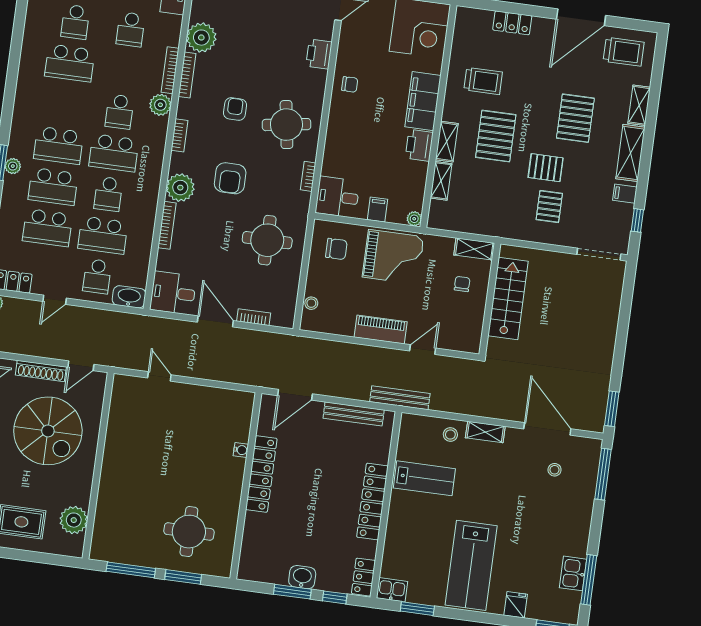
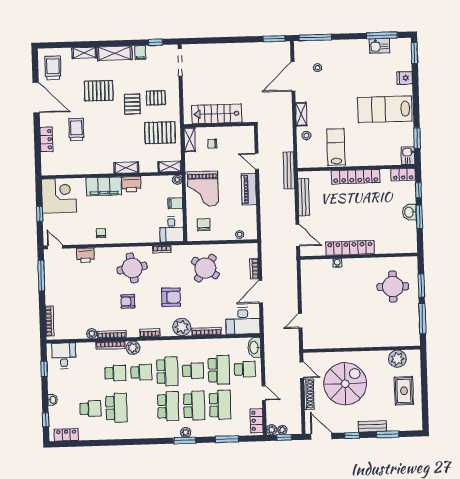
school desk: (131, 29) -> (115, 373), moved
plant: (201, 38) -> (92, 334), width x0.53, depth x0.53
trolley: (483, 81) -> (76, 129), moved
pallet: (496, 136) -> (160, 133), moved
shelving: (441, 181) -> (170, 167), moved
round table: (267, 240) -> (205, 268), turned 36
grand piano: (393, 257) -> (203, 189), turned 180
desk: (173, 293) -> (243, 321), width x1.37
lab bench: (471, 565) -> (385, 109), turned 180

